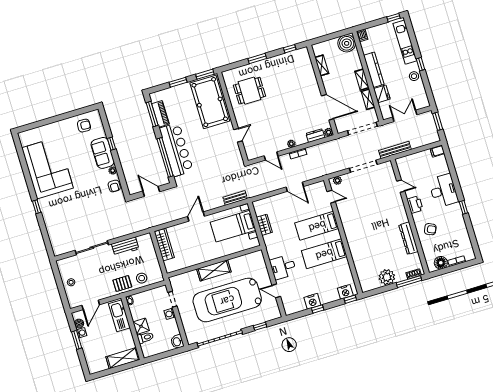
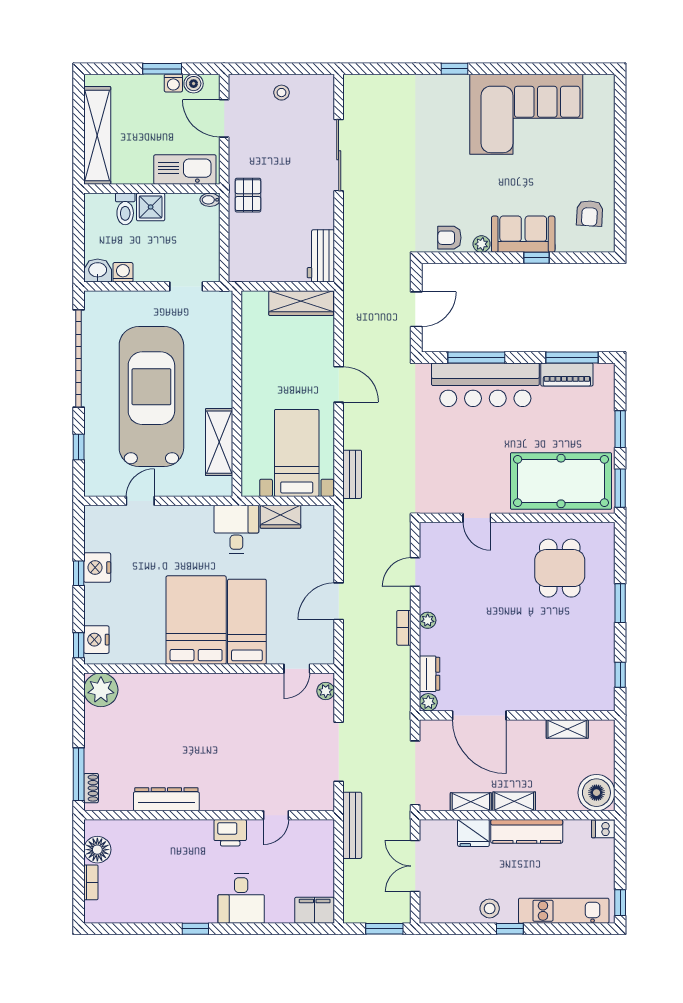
door: (328, 107) -> (479, 715), hinge flipped
double door: (405, 116) -> (415, 866), swing flipped
filing cabinet: (437, 151) -> (315, 910), width x2.00
window: (165, 157) -> (476, 358), width x0.68
desk: (443, 191) -> (241, 899), width x0.73
armchair: (430, 229) -> (171, 849), removed
workbench: (125, 246) -> (321, 256), moved
bed: (324, 254) -> (196, 620), width x1.50
desk: (283, 267) -> (236, 529), moved
shelving: (214, 270) -> (219, 442), moved
plant: (387, 277) -> (101, 690), moved
stool: (142, 278) -> (247, 237), removed
washing machine: (170, 314) -> (123, 272), moved
shelving: (123, 358) -> (97, 135), width x1.47

